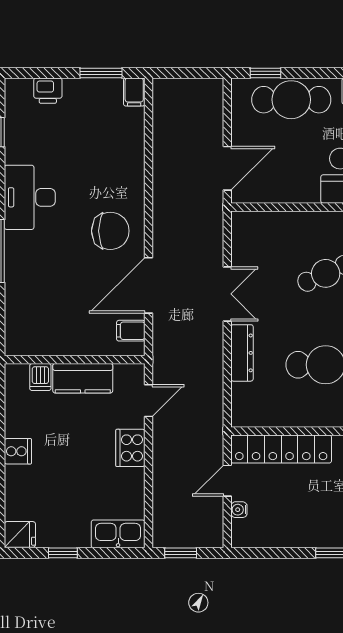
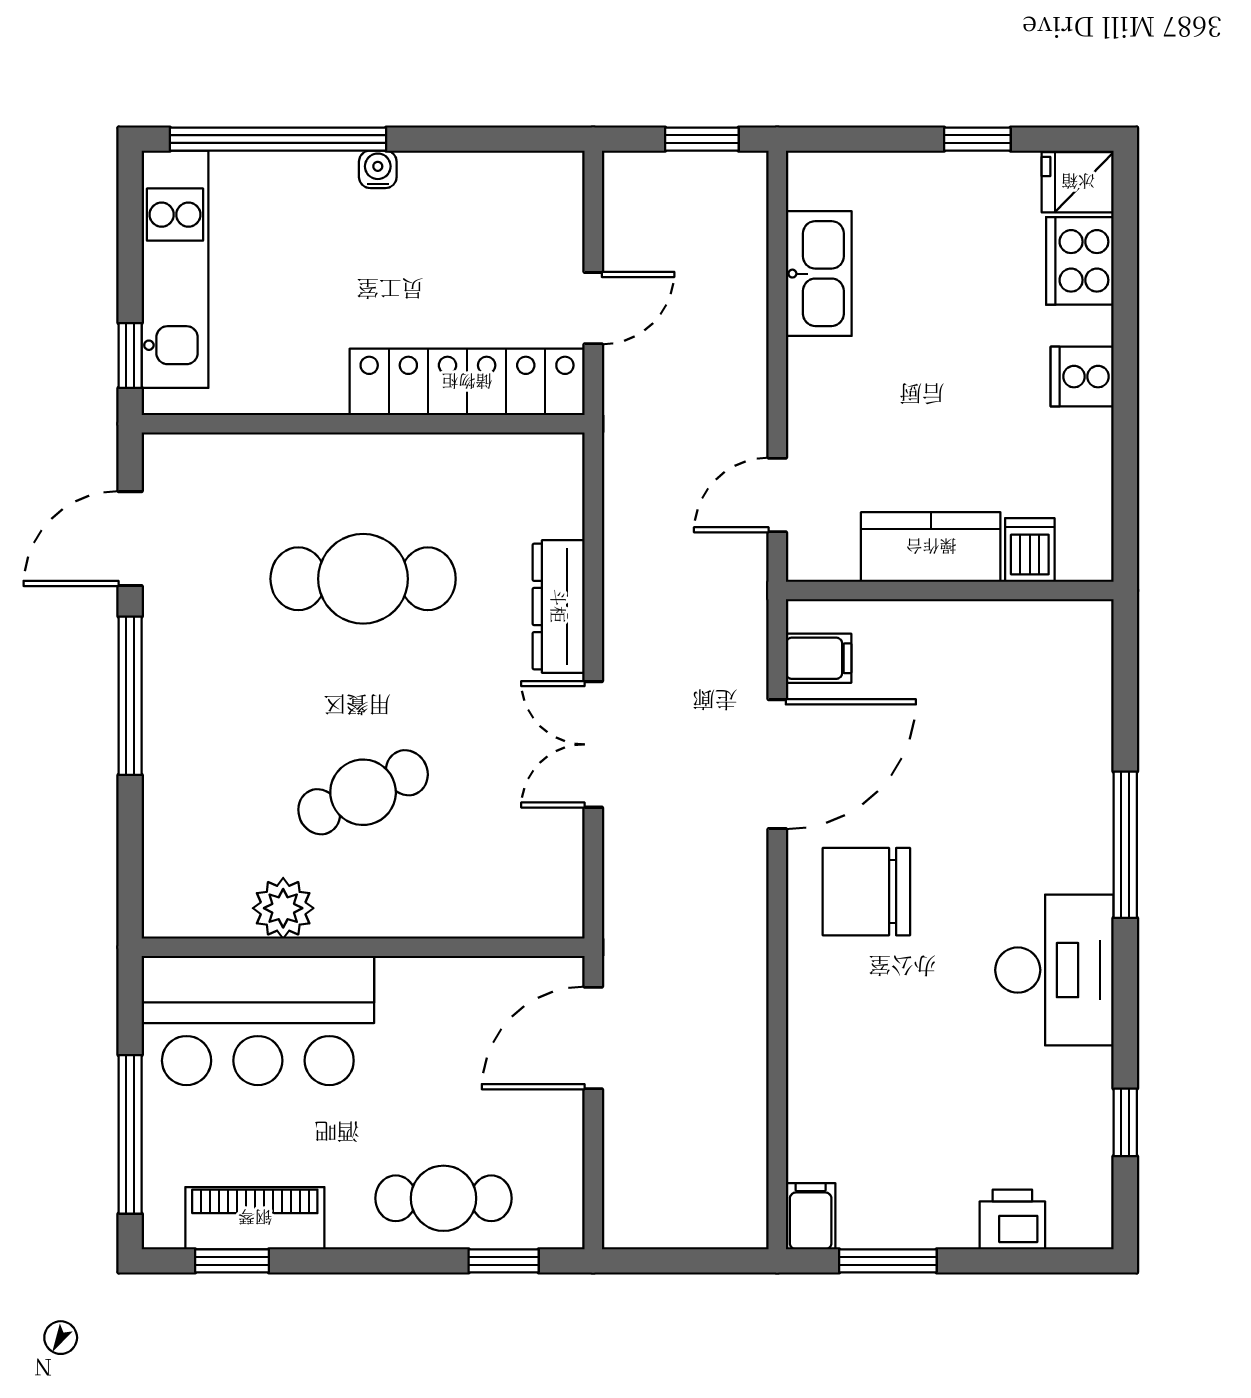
cafe table: (291, 100) -> (444, 1198), width x0.73, depth x0.74
cooker: (130, 448) -> (1080, 261), moved, turned 180
water cooler: (239, 510) -> (378, 169), moved, turned -90
kitchen sink: (118, 534) -> (819, 274), moved, turned -90

